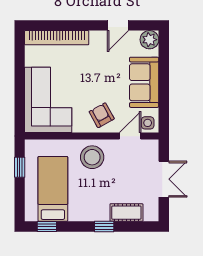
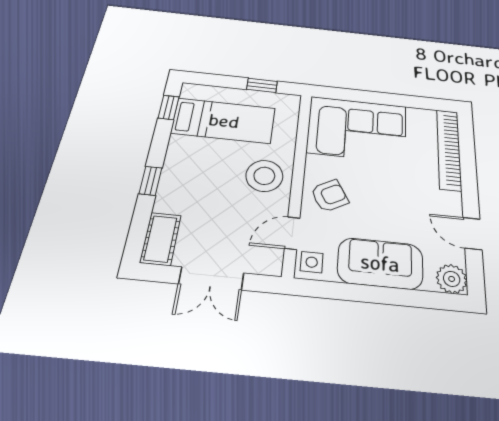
door: (130, 136) -> (292, 233), swing flipped
cot: (126, 213) -> (161, 239), moved

